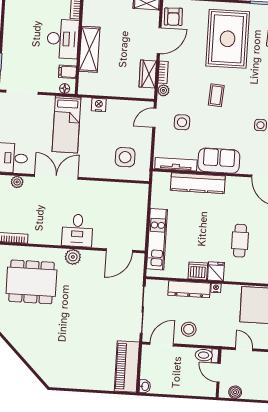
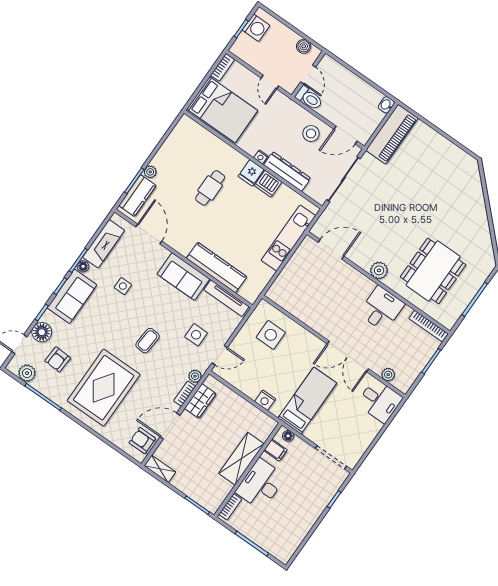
armchair: (173, 17) -> (142, 441), turned -88
desk: (77, 230) -> (381, 309), moved
dining table: (31, 282) -> (433, 271), turned 90

